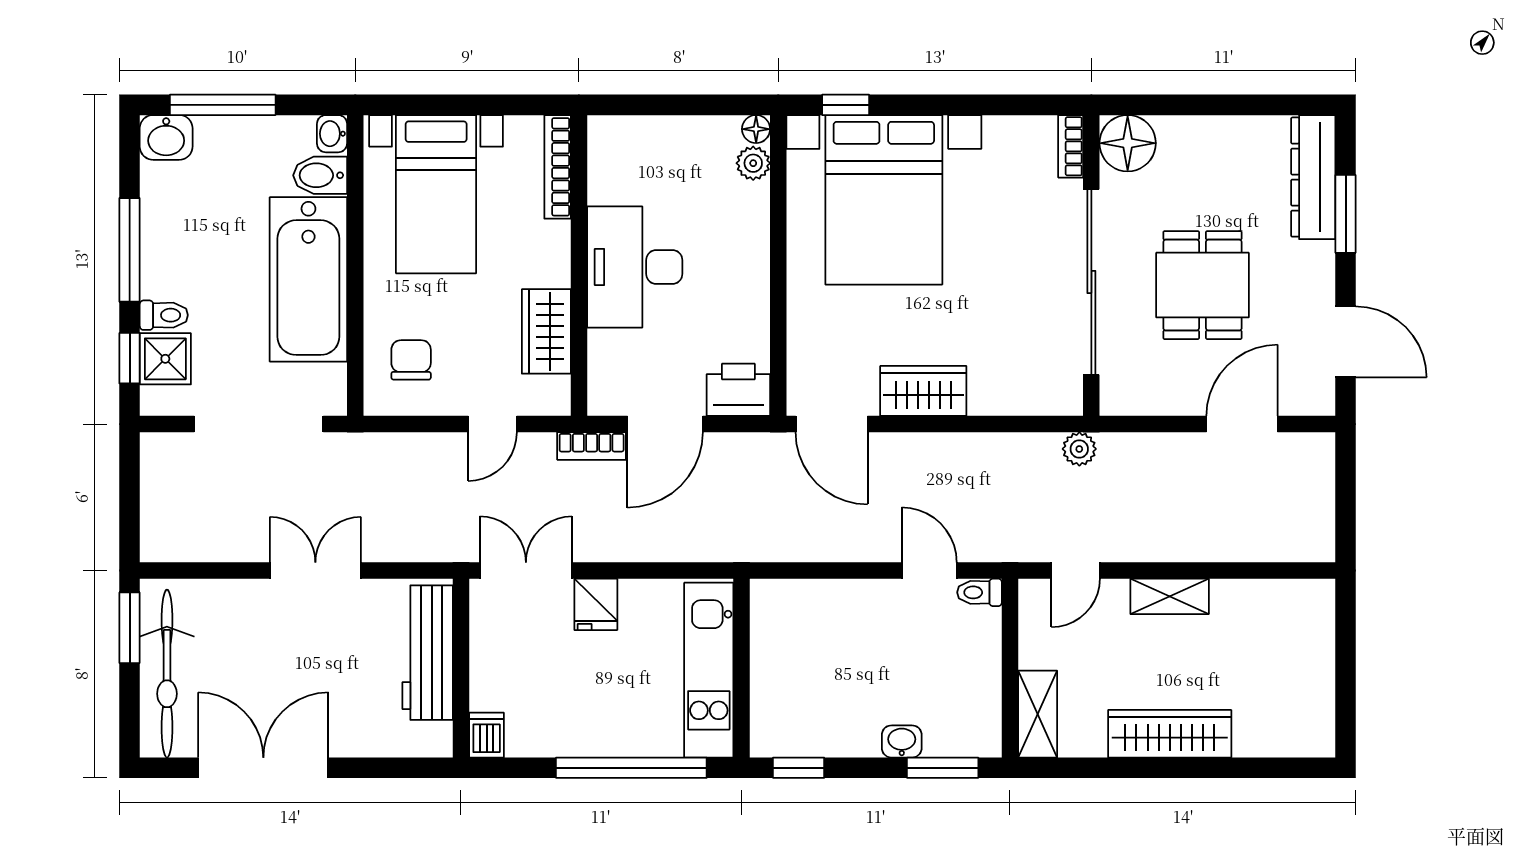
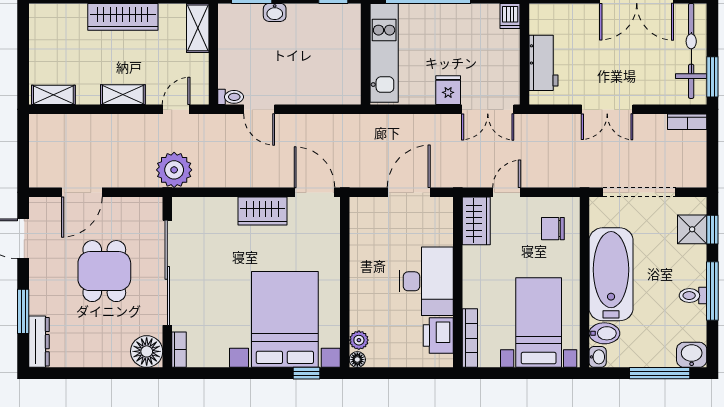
dresser: (1313, 177) -> (39, 342), width x0.73, depth x0.80
toilet: (164, 315) -> (693, 296), moved
wardrobe: (546, 331) -> (476, 221), moved
chair: (411, 360) -> (553, 229), turned 90
printer: (738, 390) -> (438, 335), moved, turned 90
bookcase: (592, 446) -> (687, 122), moved, turned 180
plant: (1079, 449) -> (174, 170), width x1.88, depth x1.88
shelving: (1292, 596) -> (53, 95), added
workbench: (428, 653) -> (543, 63), width x0.73

